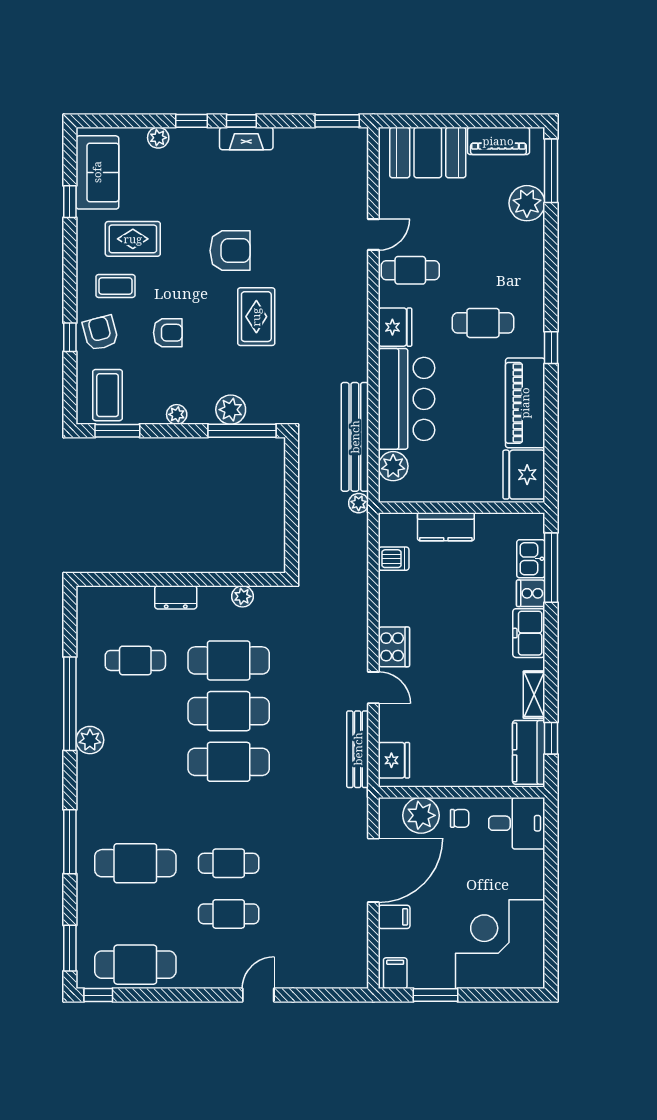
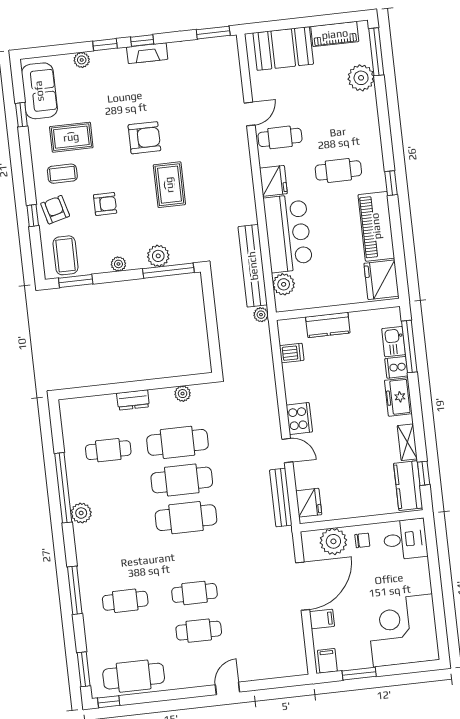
cafe table: (135, 863) -> (125, 601), width x0.73, depth x0.74

